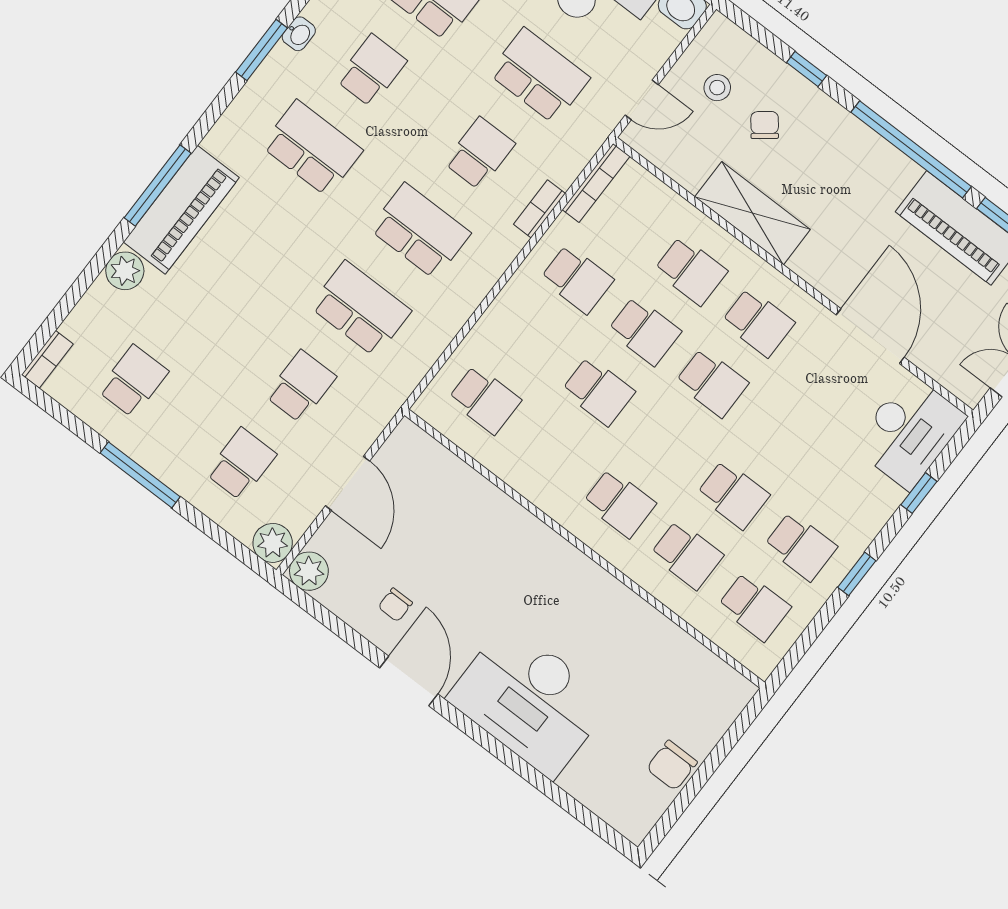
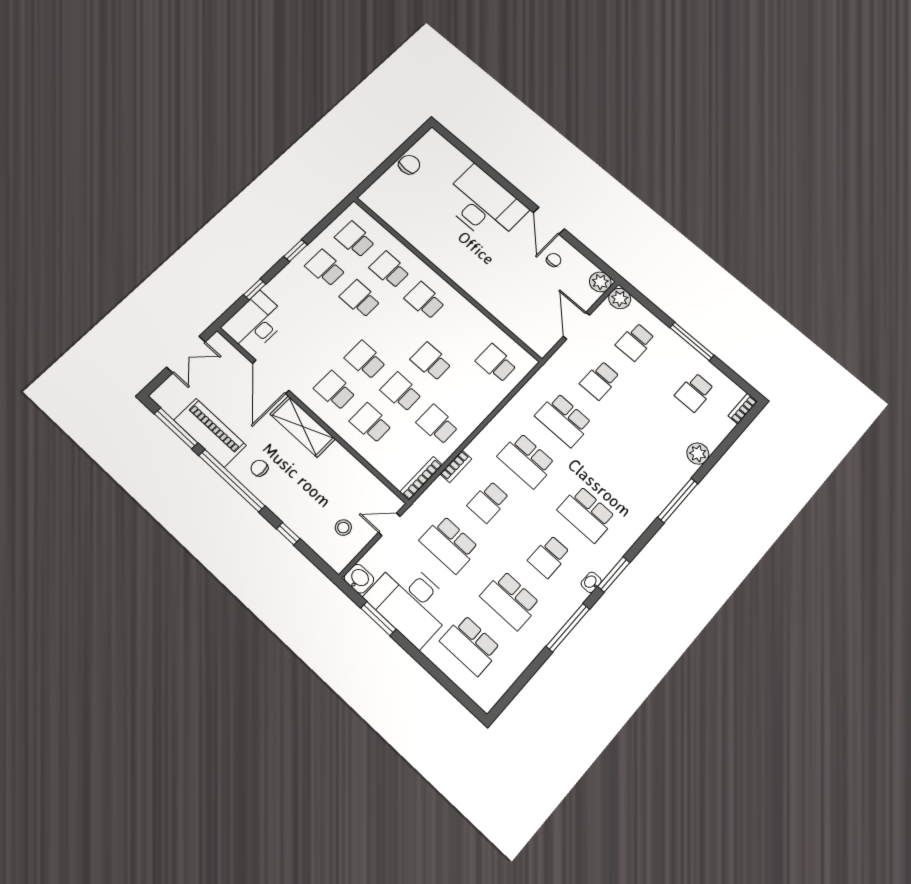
chair: (765, 125) -> (259, 468), moved, turned 128
piano: (181, 210) -> (664, 485), removed
shelving: (753, 213) -> (303, 427), moved

